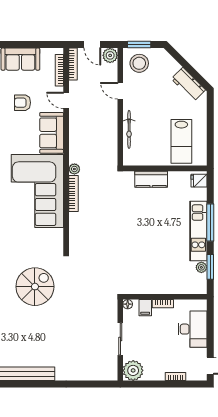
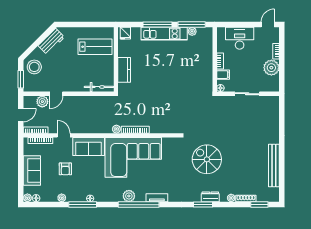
plant: (110, 55) -> (42, 102), moved
stool: (139, 63) -> (34, 67), moved
door: (66, 100) -> (64, 135), swing flipped
bicycle: (129, 129) -> (99, 87), moved
window: (210, 267) -> (192, 25), width x1.44
plant: (133, 370) -> (271, 68), moved

